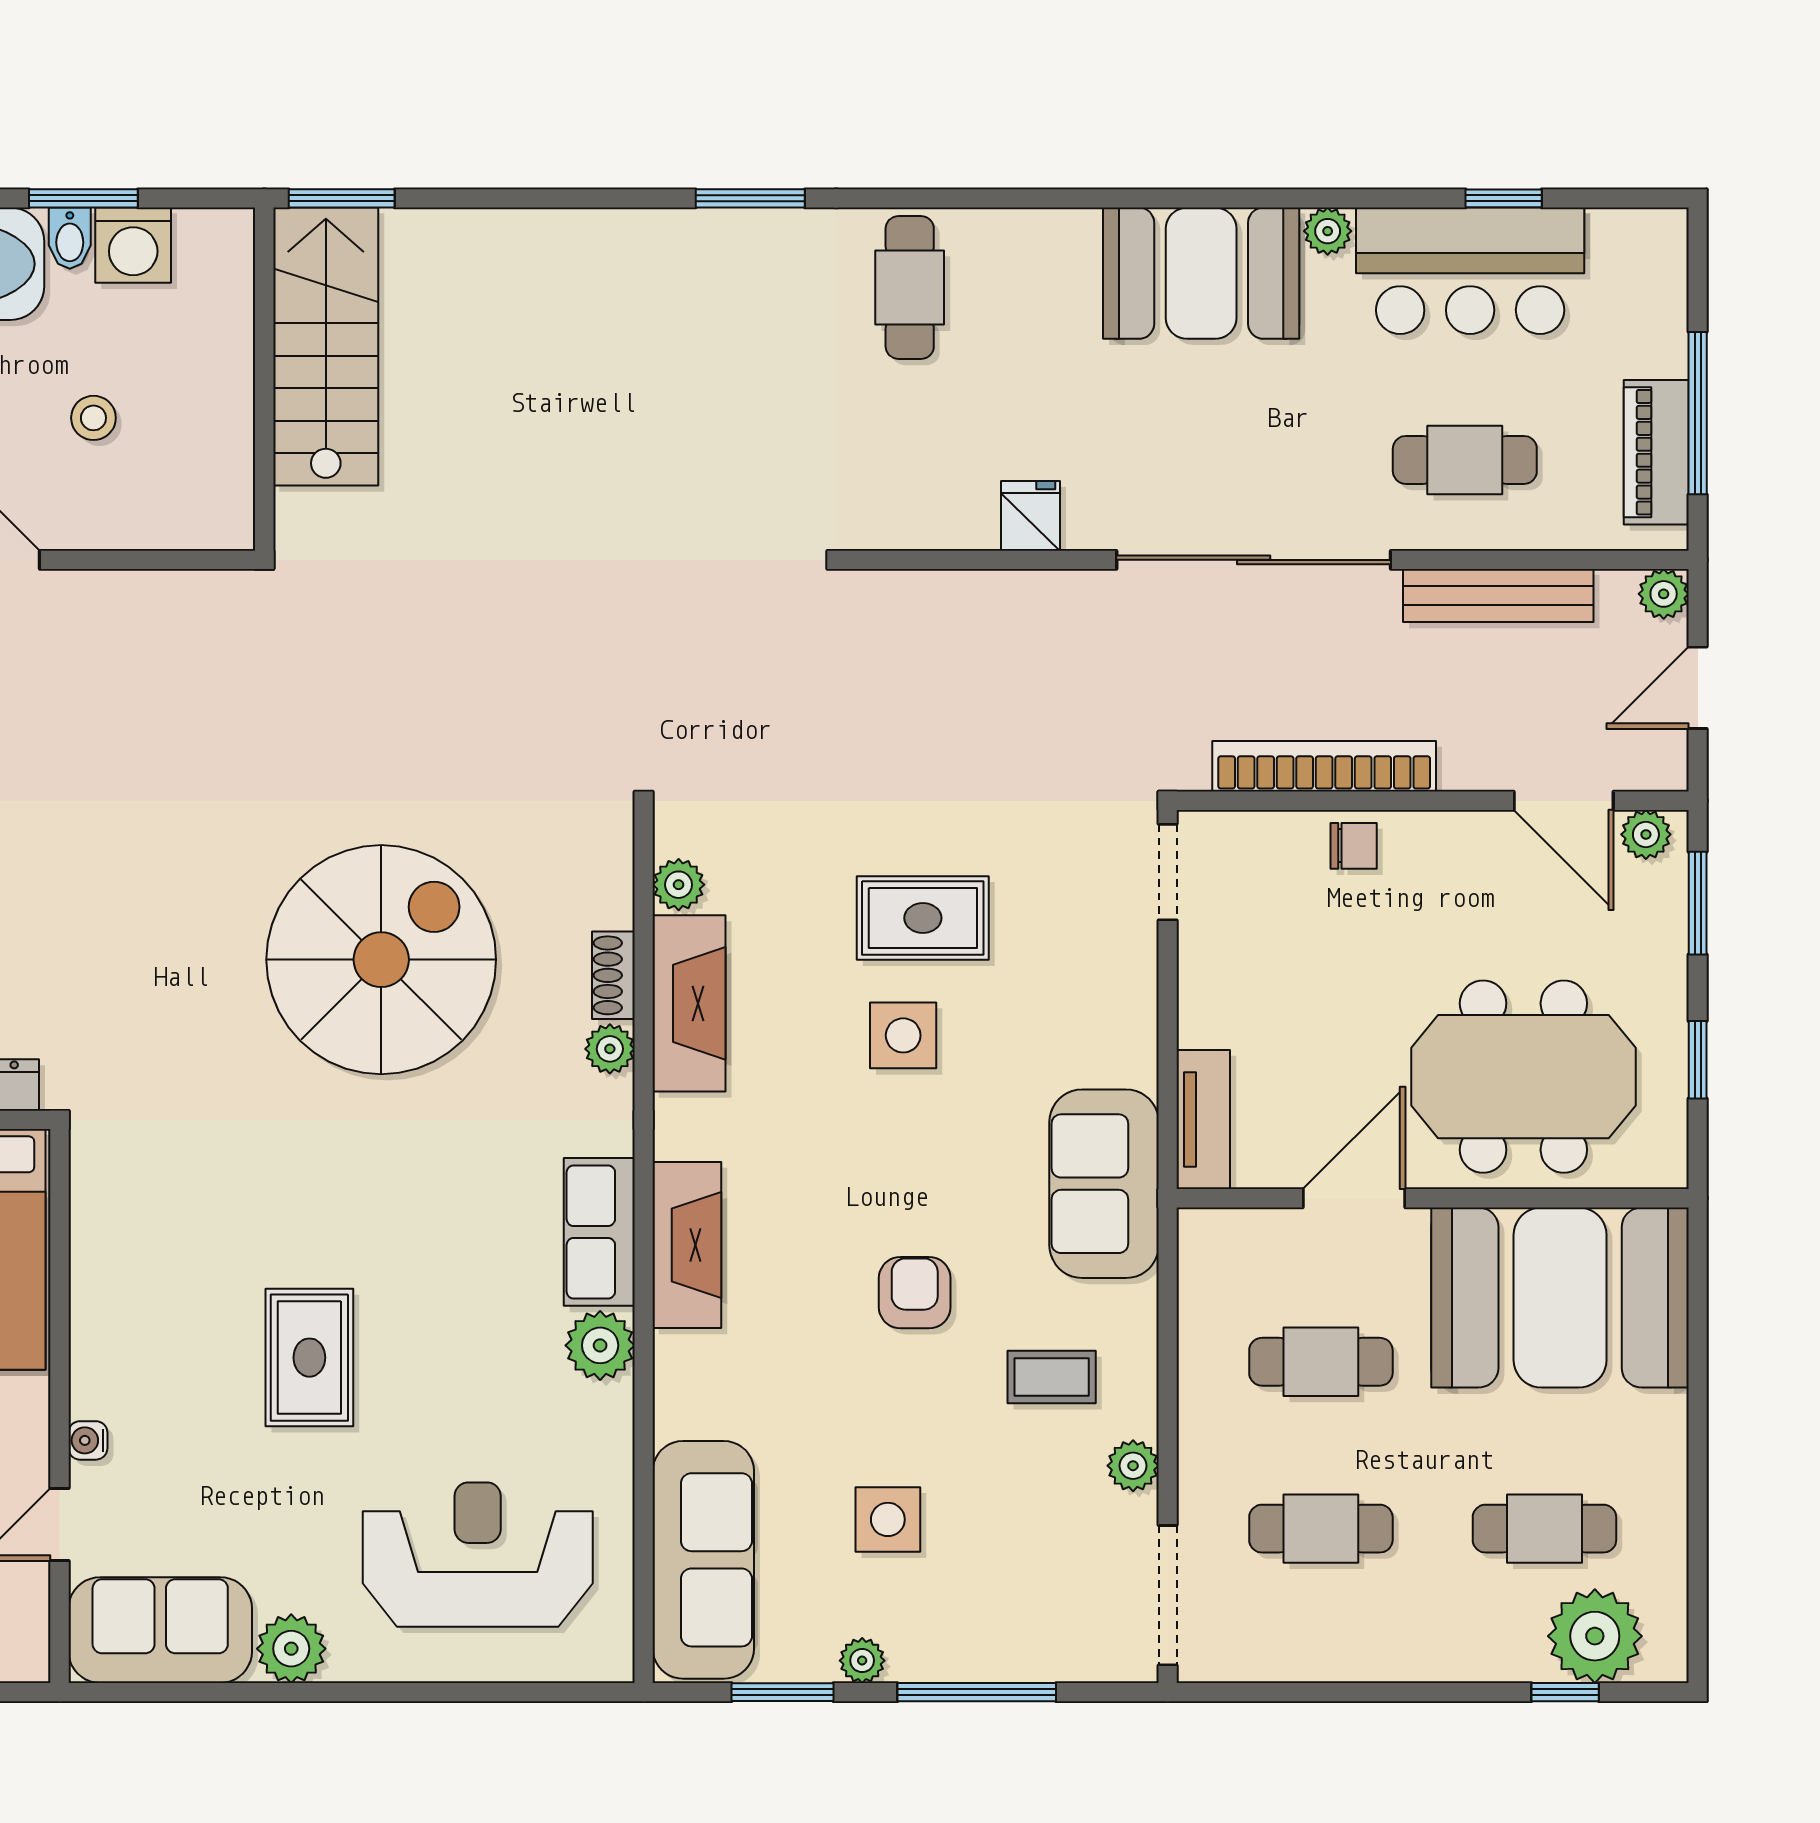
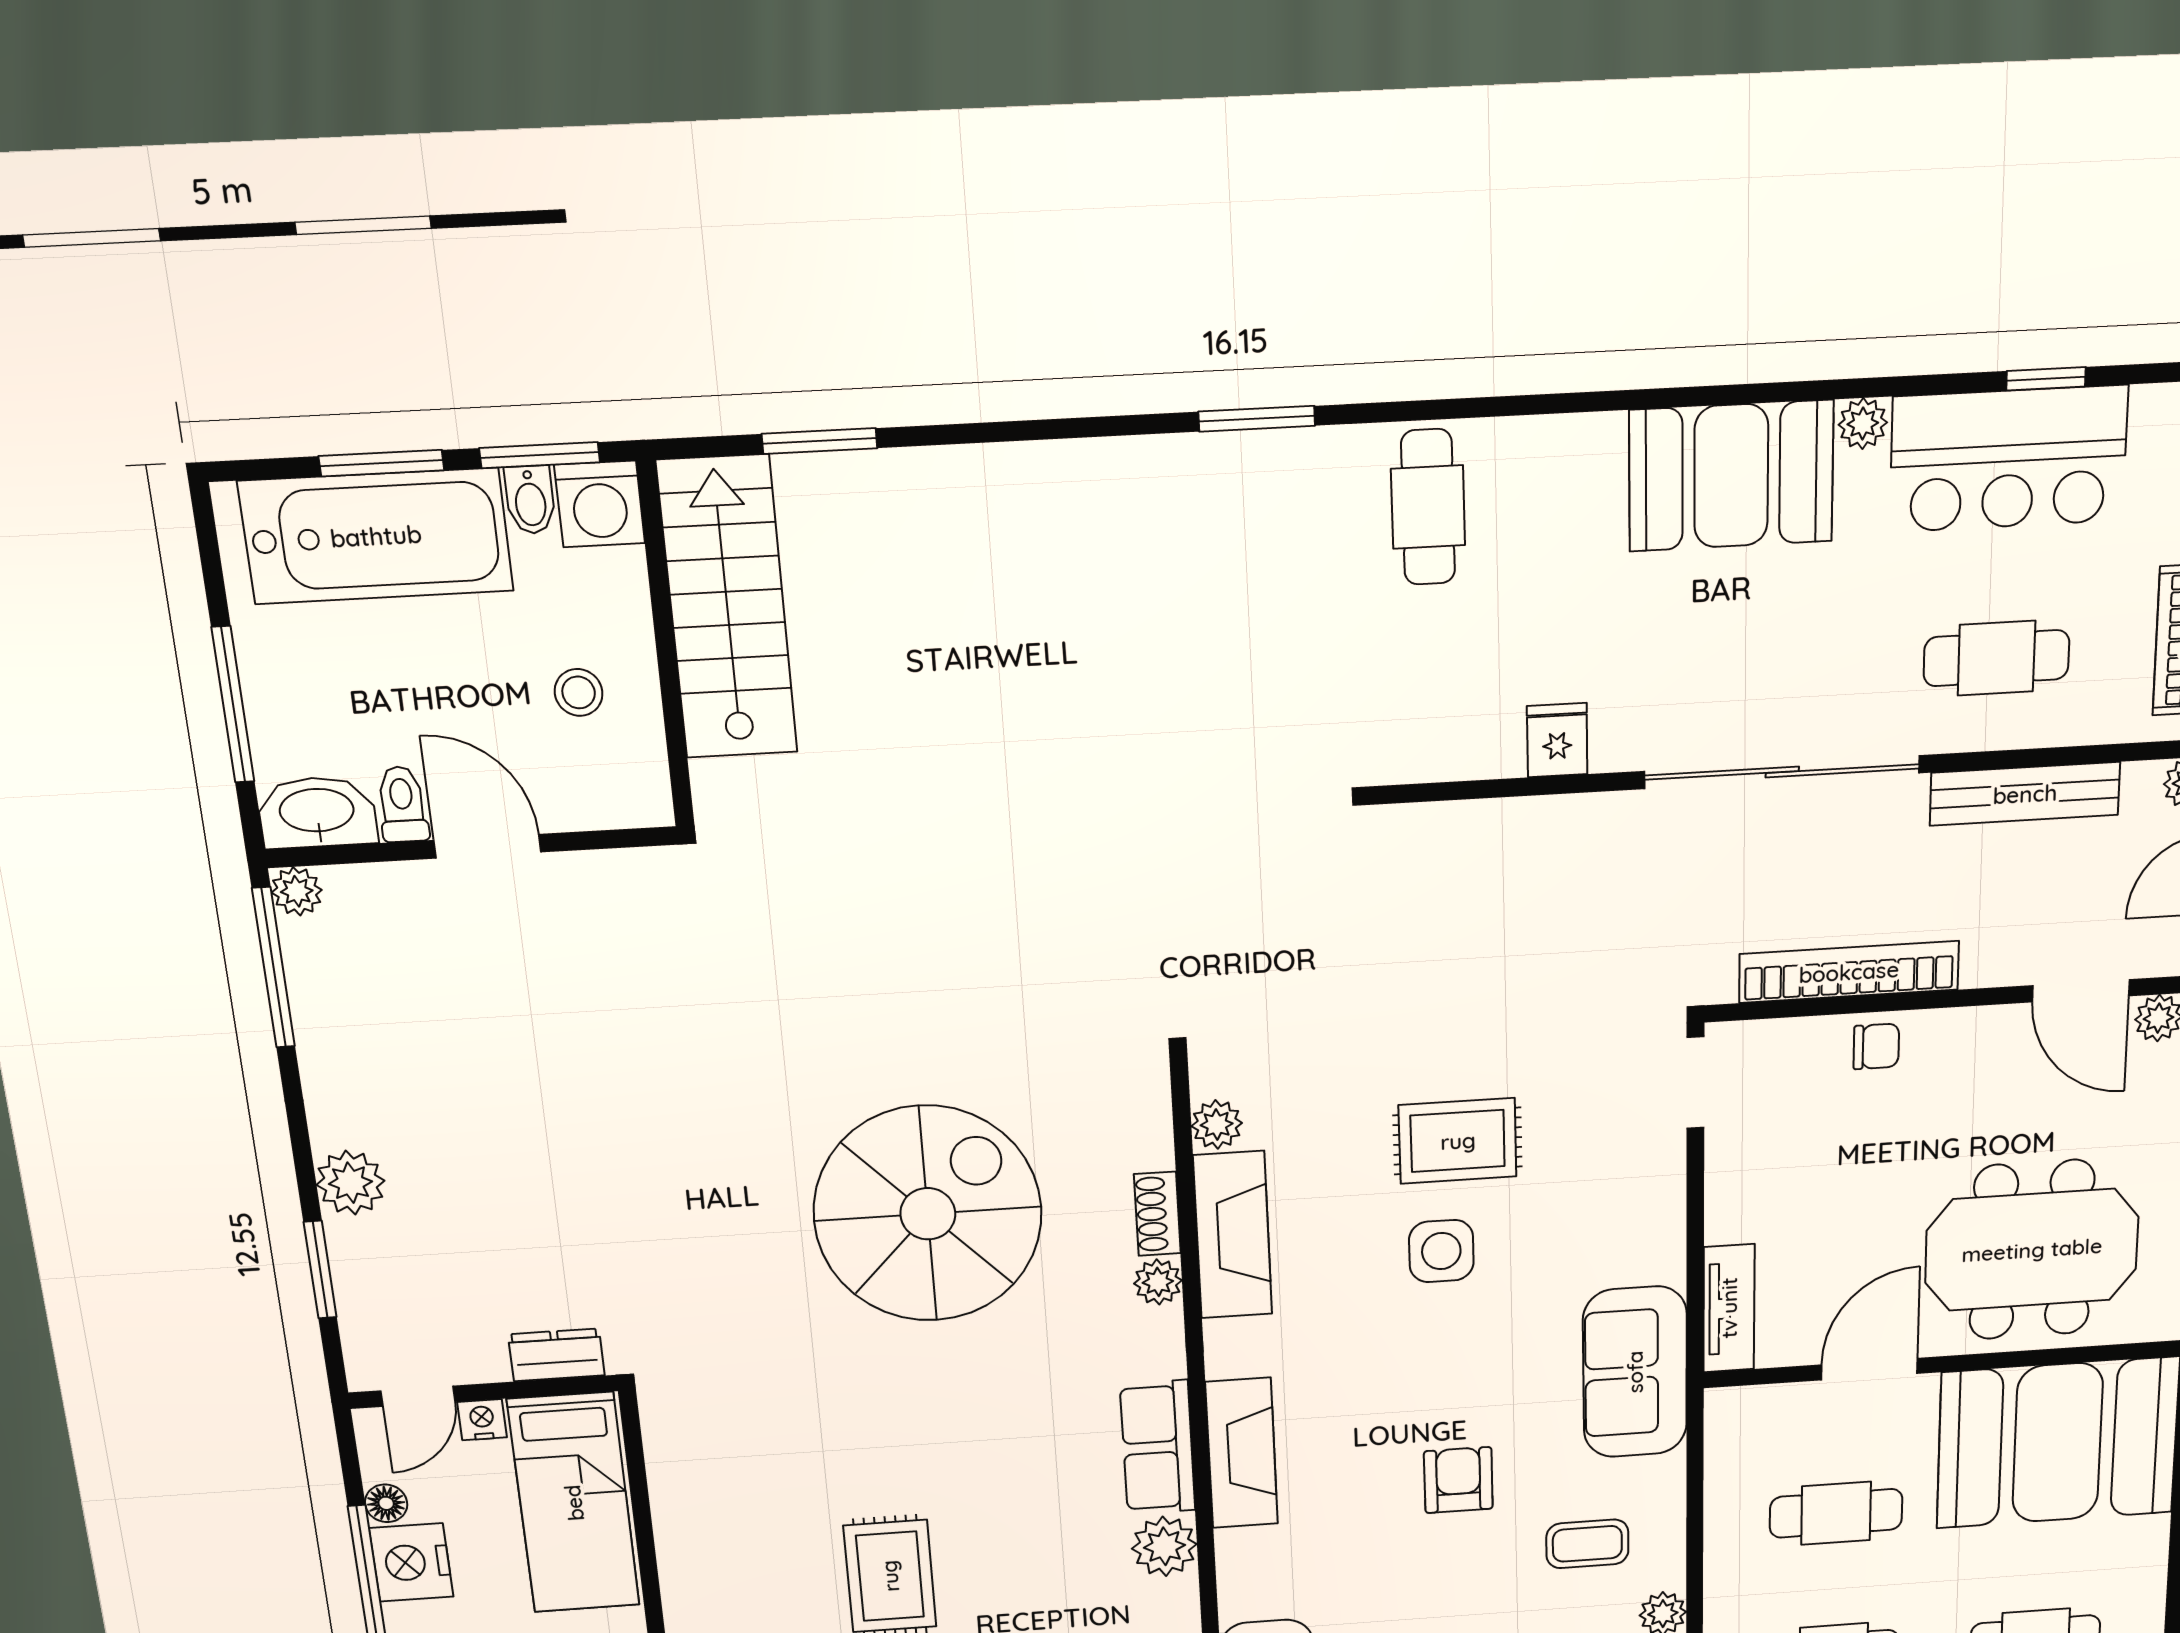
stairs: (326, 346) -> (727, 608), moved
wall: (264, 379) -> (666, 646), moved

